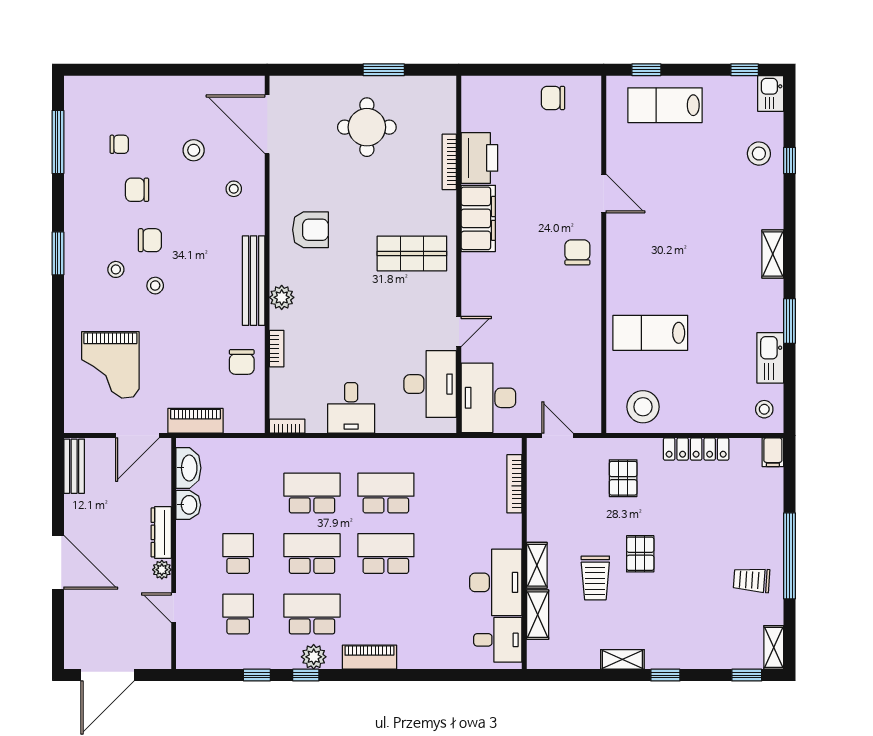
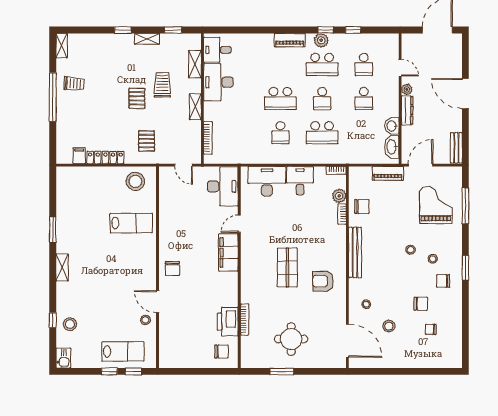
window: (745, 70) -> (109, 371), moved
chair: (553, 98) -> (221, 351), moved
window: (58, 142) -> (465, 206), moved
filing cabinet: (478, 218) -> (228, 252), moved
chair: (150, 240) -> (443, 281), moved
shop shelf: (412, 253) -> (287, 267), moved, turned 90
plant: (282, 297) -> (339, 196), moved
kitchen sink: (770, 358) -> (64, 209), removed
chair: (242, 362) -> (362, 207), turned 90
desk: (430, 384) -> (267, 181), moved, turned 90
stool: (764, 409) -> (145, 320), moved
filing cabinet: (773, 452) -> (79, 156), moved
school desk: (386, 493) -> (280, 133), width x0.54
school desk: (312, 554) -> (322, 99), width x0.54
shelving: (537, 565) -> (195, 107), moved
window: (747, 675) -> (173, 30), moved

